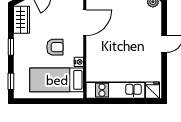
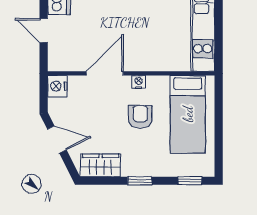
door: (85, 23) -> (105, 73), hinge flipped
nightstand: (79, 62) -> (139, 82), moved

